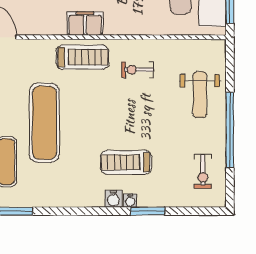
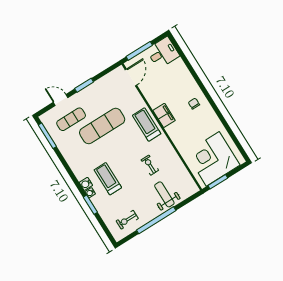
treadmill: (82, 57) -> (147, 125), turned 180
exercise bike: (137, 70) -> (150, 165), moved
weight bench: (200, 95) -> (164, 194), turned 90

